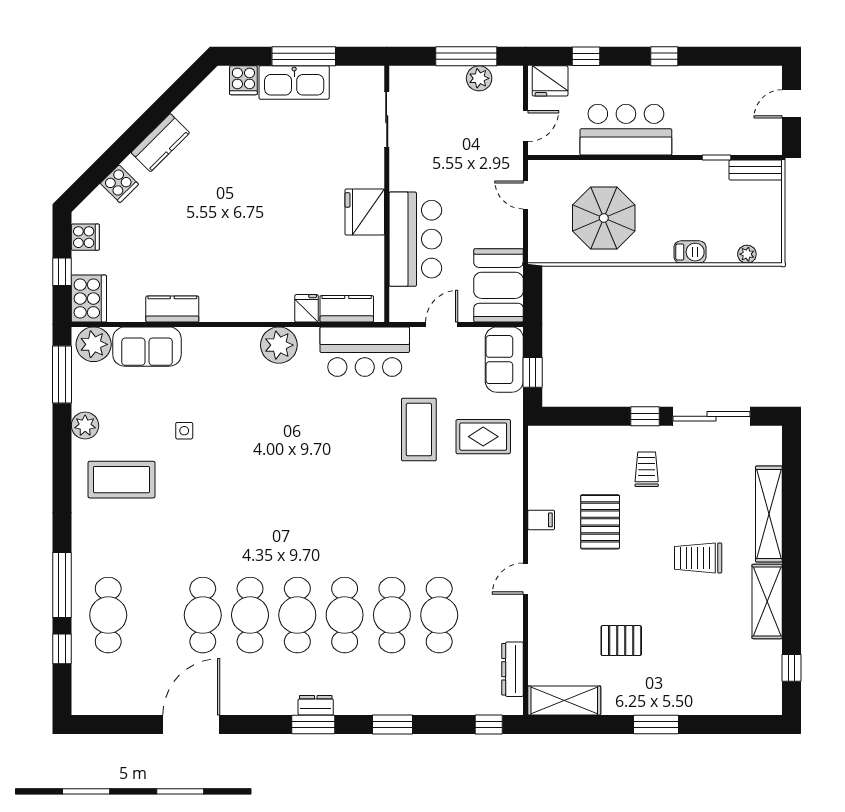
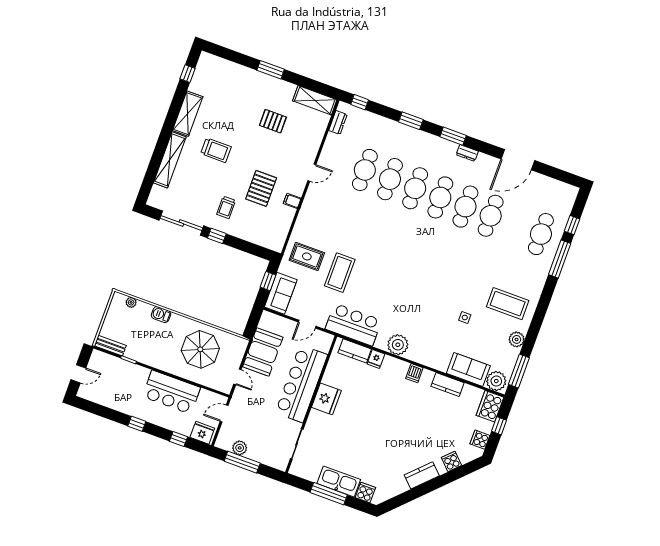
bar counter: (415, 239) -> (301, 384), width x1.36
booth: (499, 285) -> (263, 352), moved
dishwasher: (234, 308) -> (414, 373), added
dresser: (513, 669) -> (338, 123), width x0.70
dresser: (316, 705) -> (467, 153), moved

